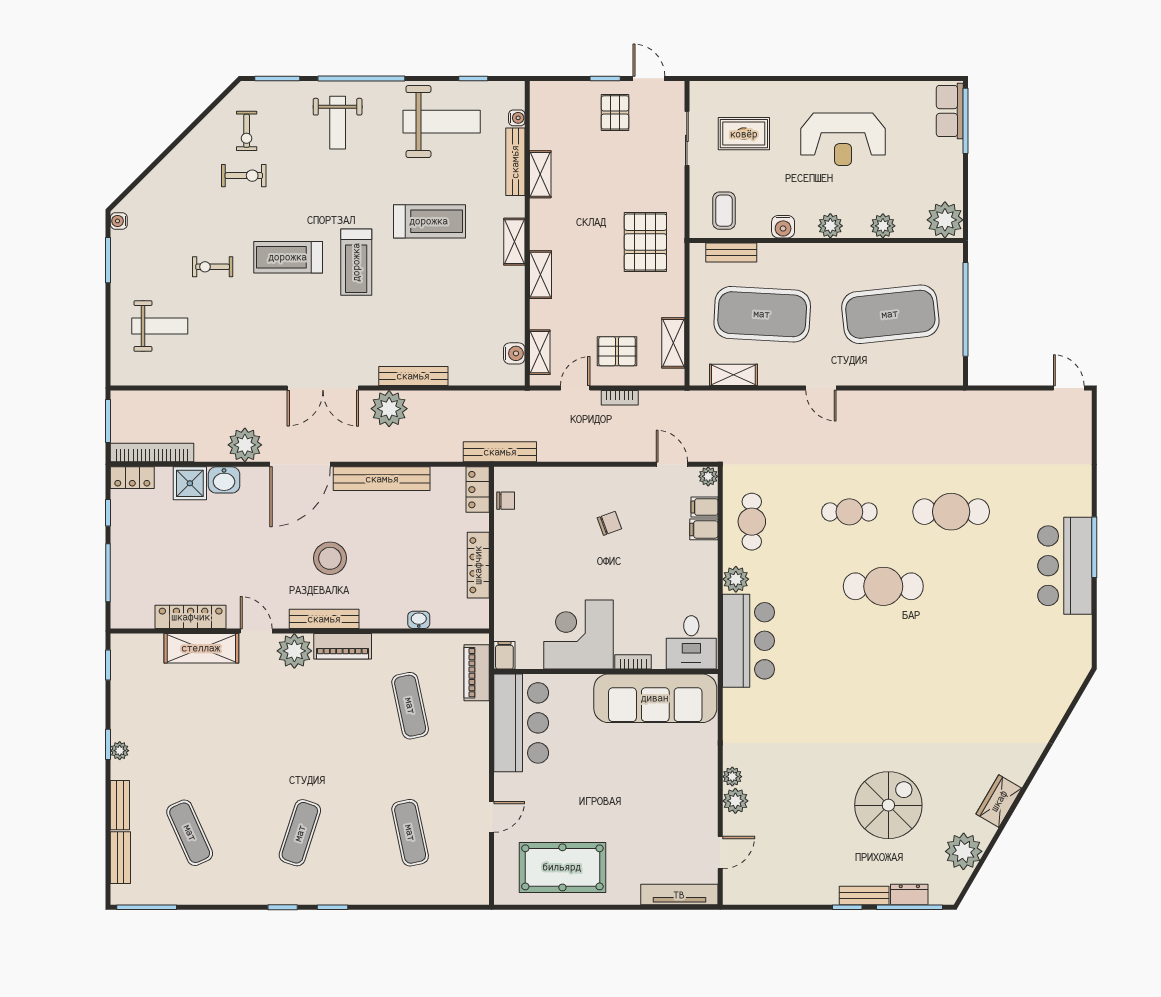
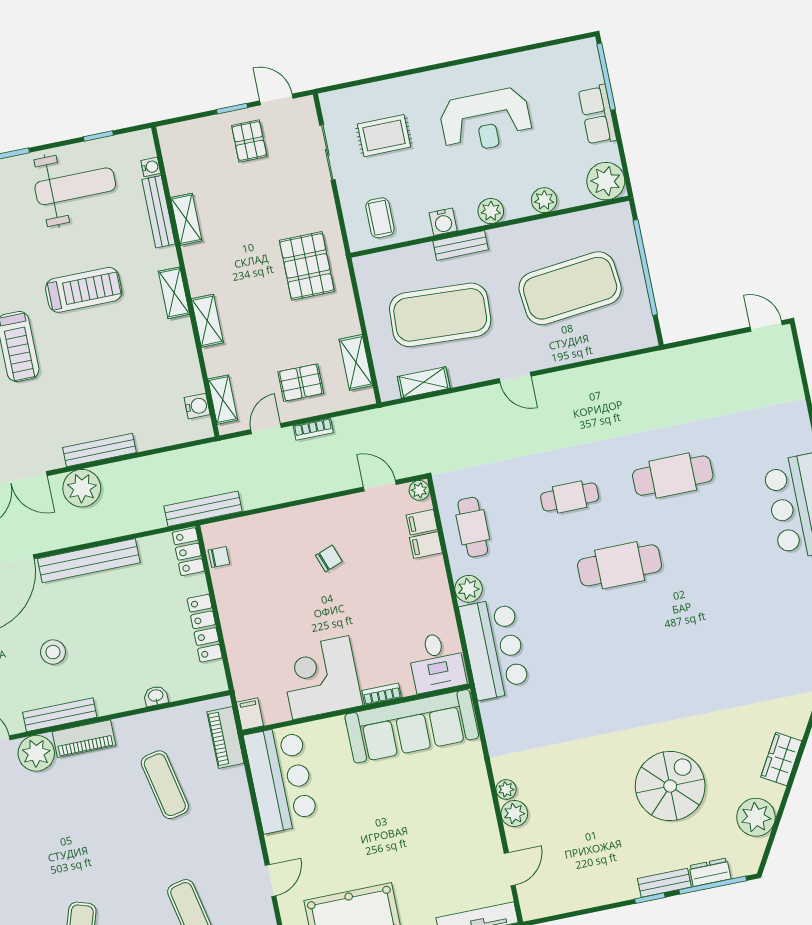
row of seats: (950, 111) -> (597, 115), moved
bench: (731, 252) -> (461, 245), moved
stool: (330, 558) -> (53, 652), width x0.73, depth x0.73

